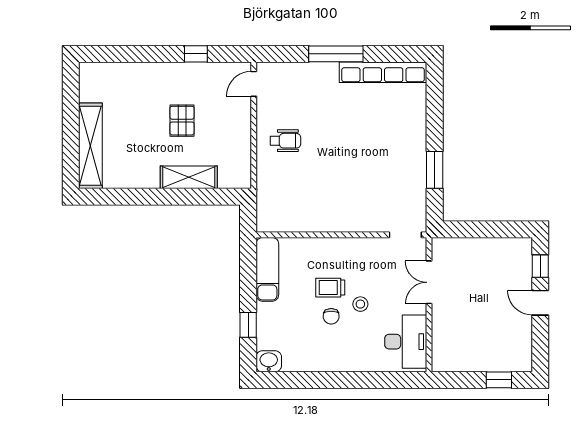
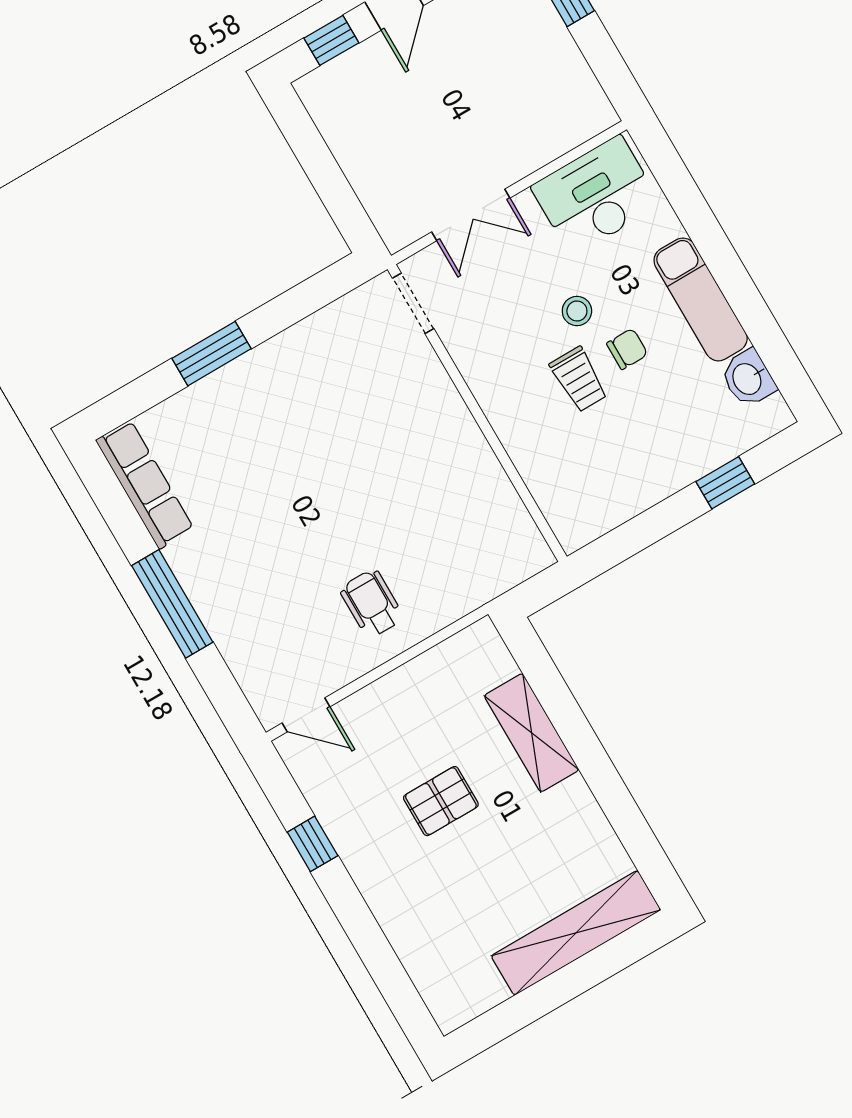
row of seats: (383, 72) -> (145, 485), width x0.73
window: (435, 170) -> (211, 354), moved
exam couch: (267, 269) -> (701, 299), moved, turned -90
washbasin: (269, 361) -> (748, 378), moved

